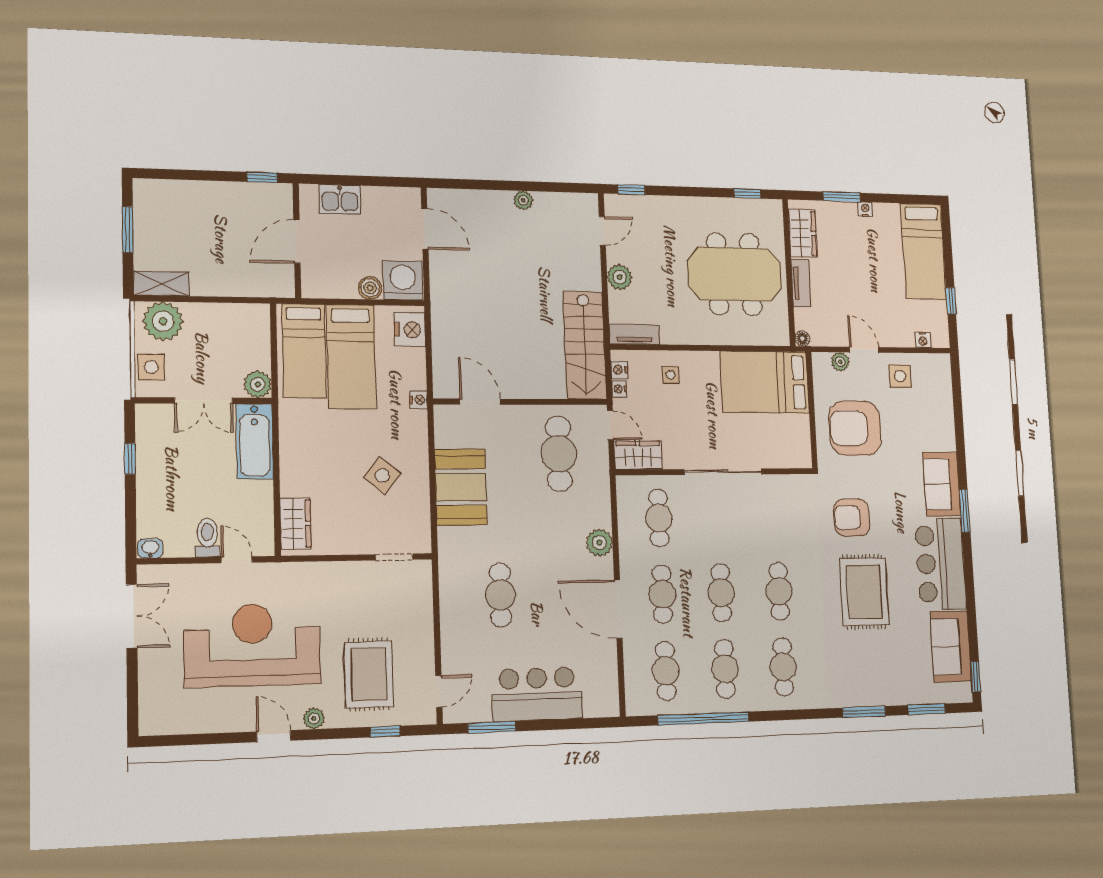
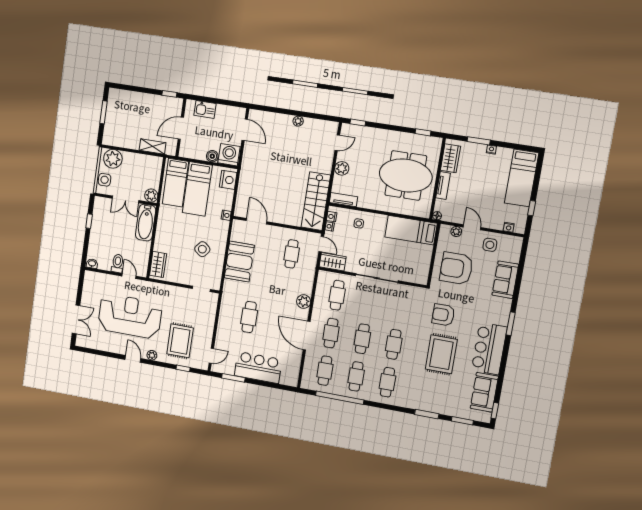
shelving: (161, 284) -> (153, 147), moved
bed: (765, 382) -> (411, 230), width x0.67
cafe table: (559, 454) -> (292, 254), width x0.73, depth x0.74
sofa: (942, 484) -> (505, 280), moved
double door: (132, 616) -> (76, 319), moved

